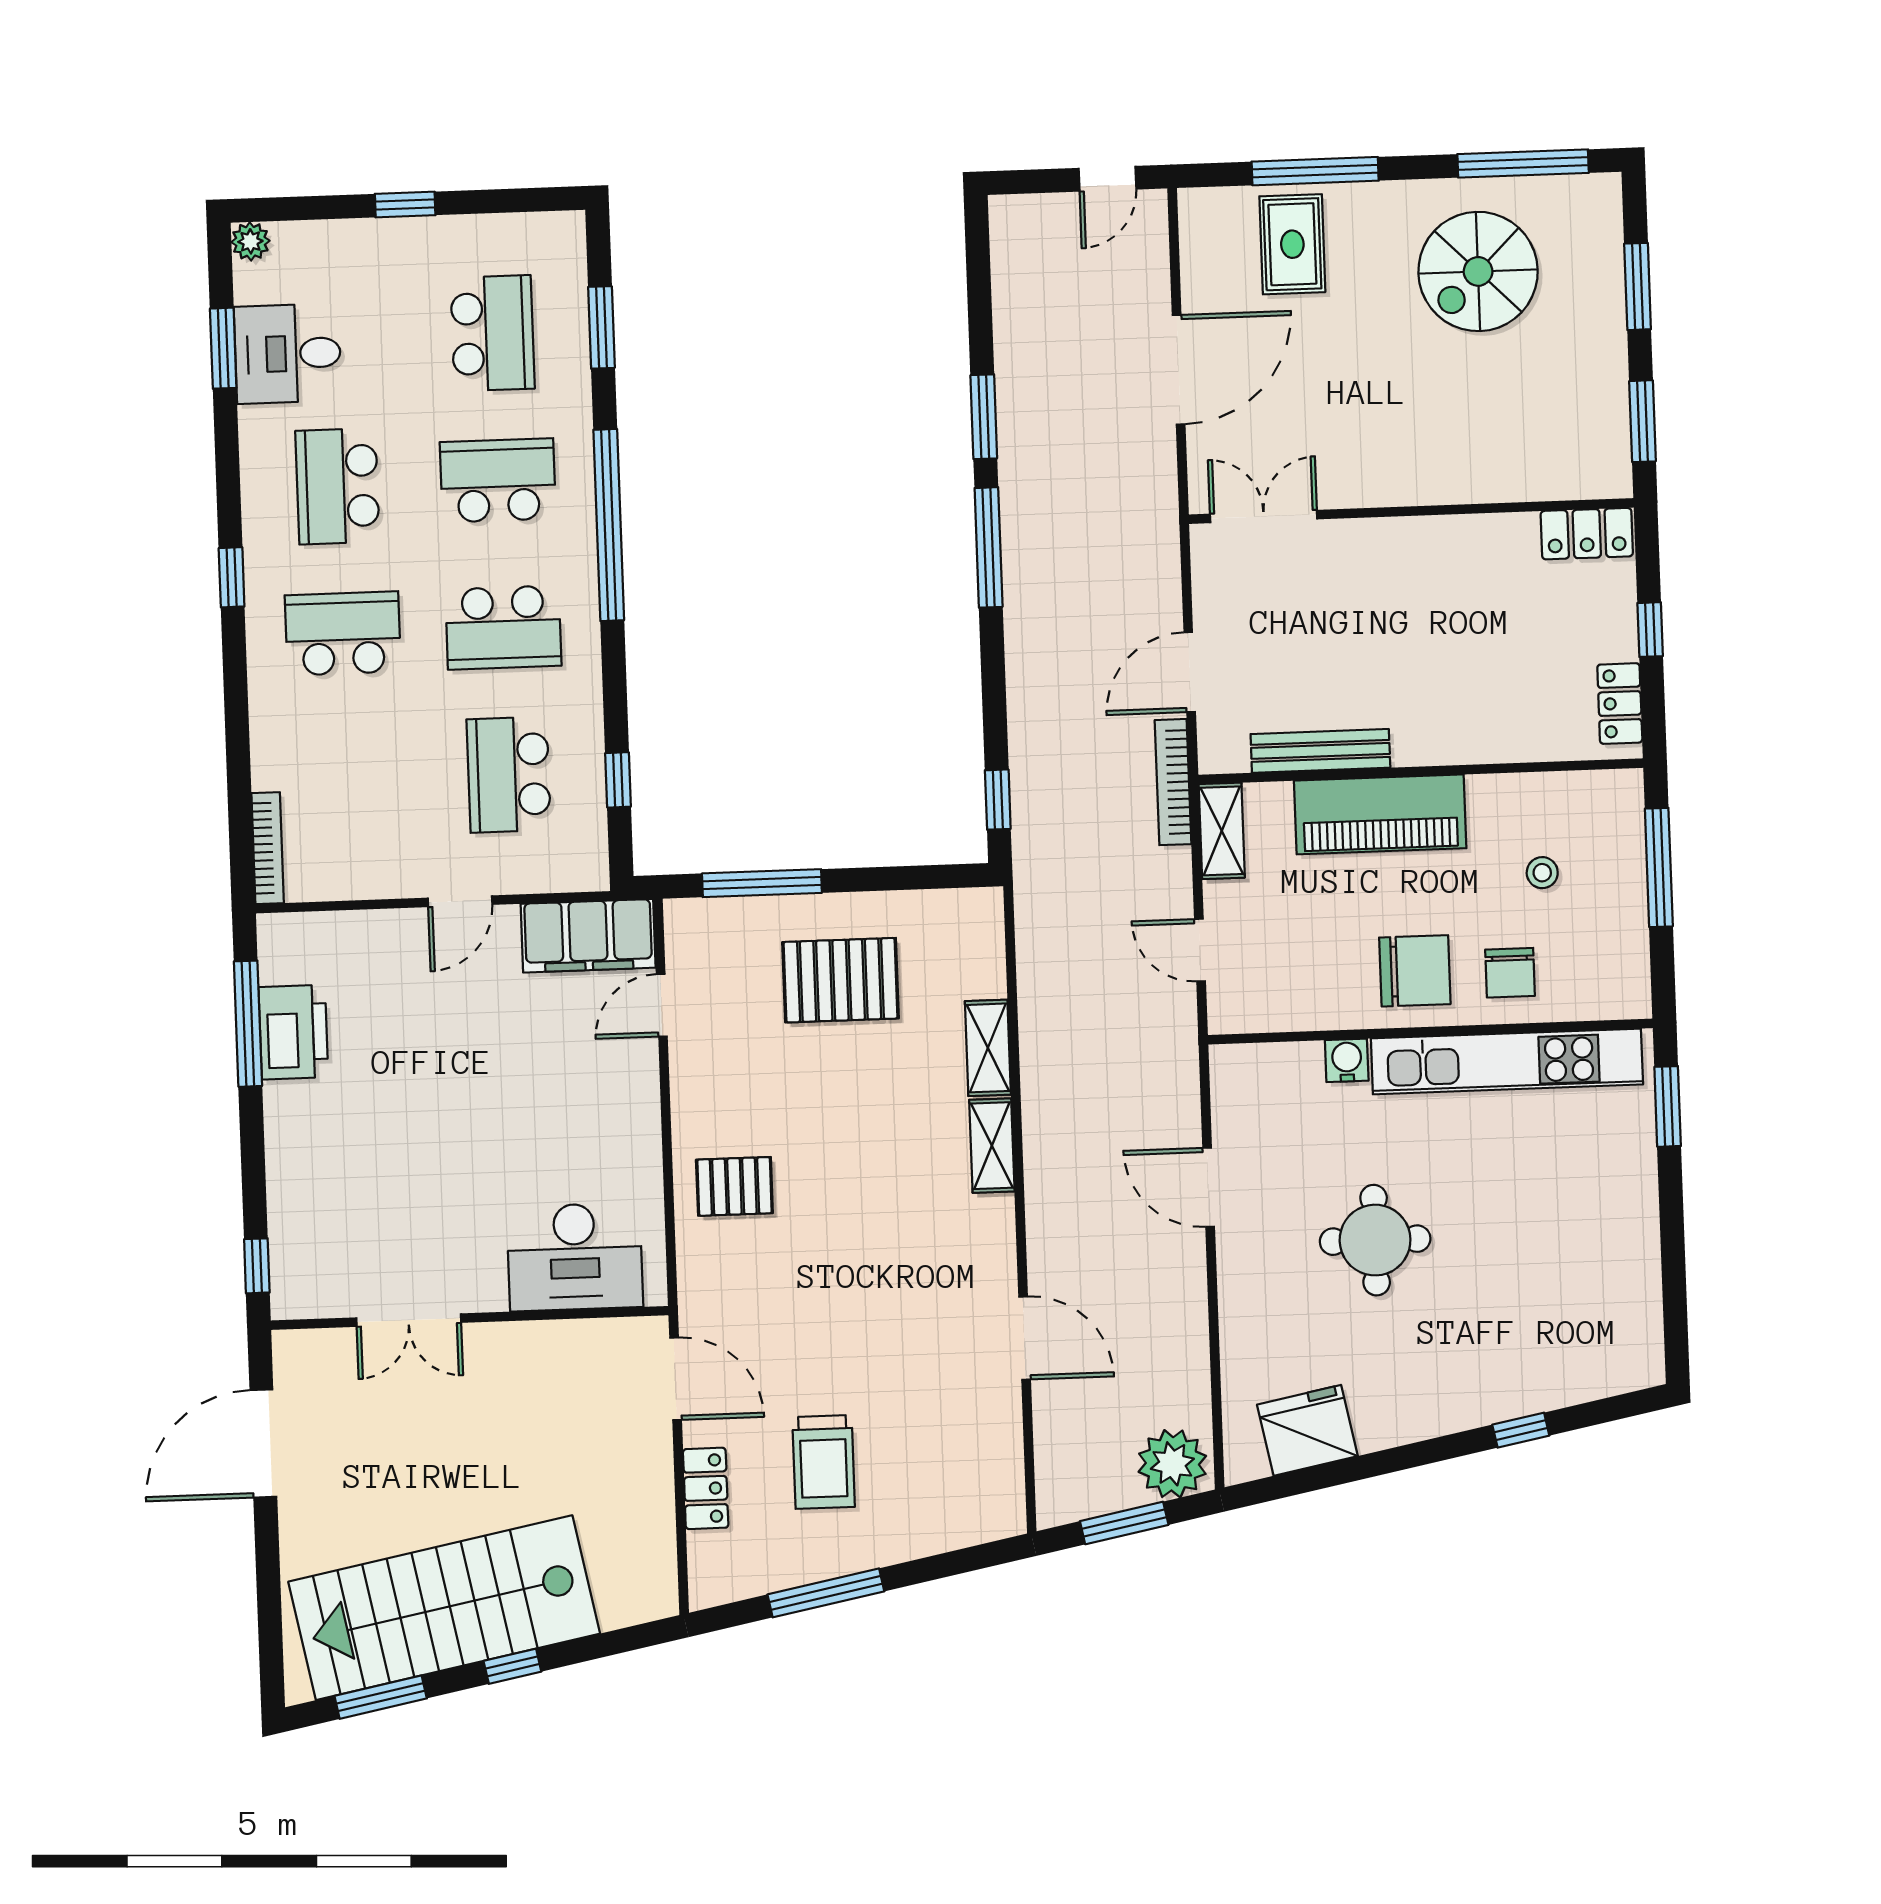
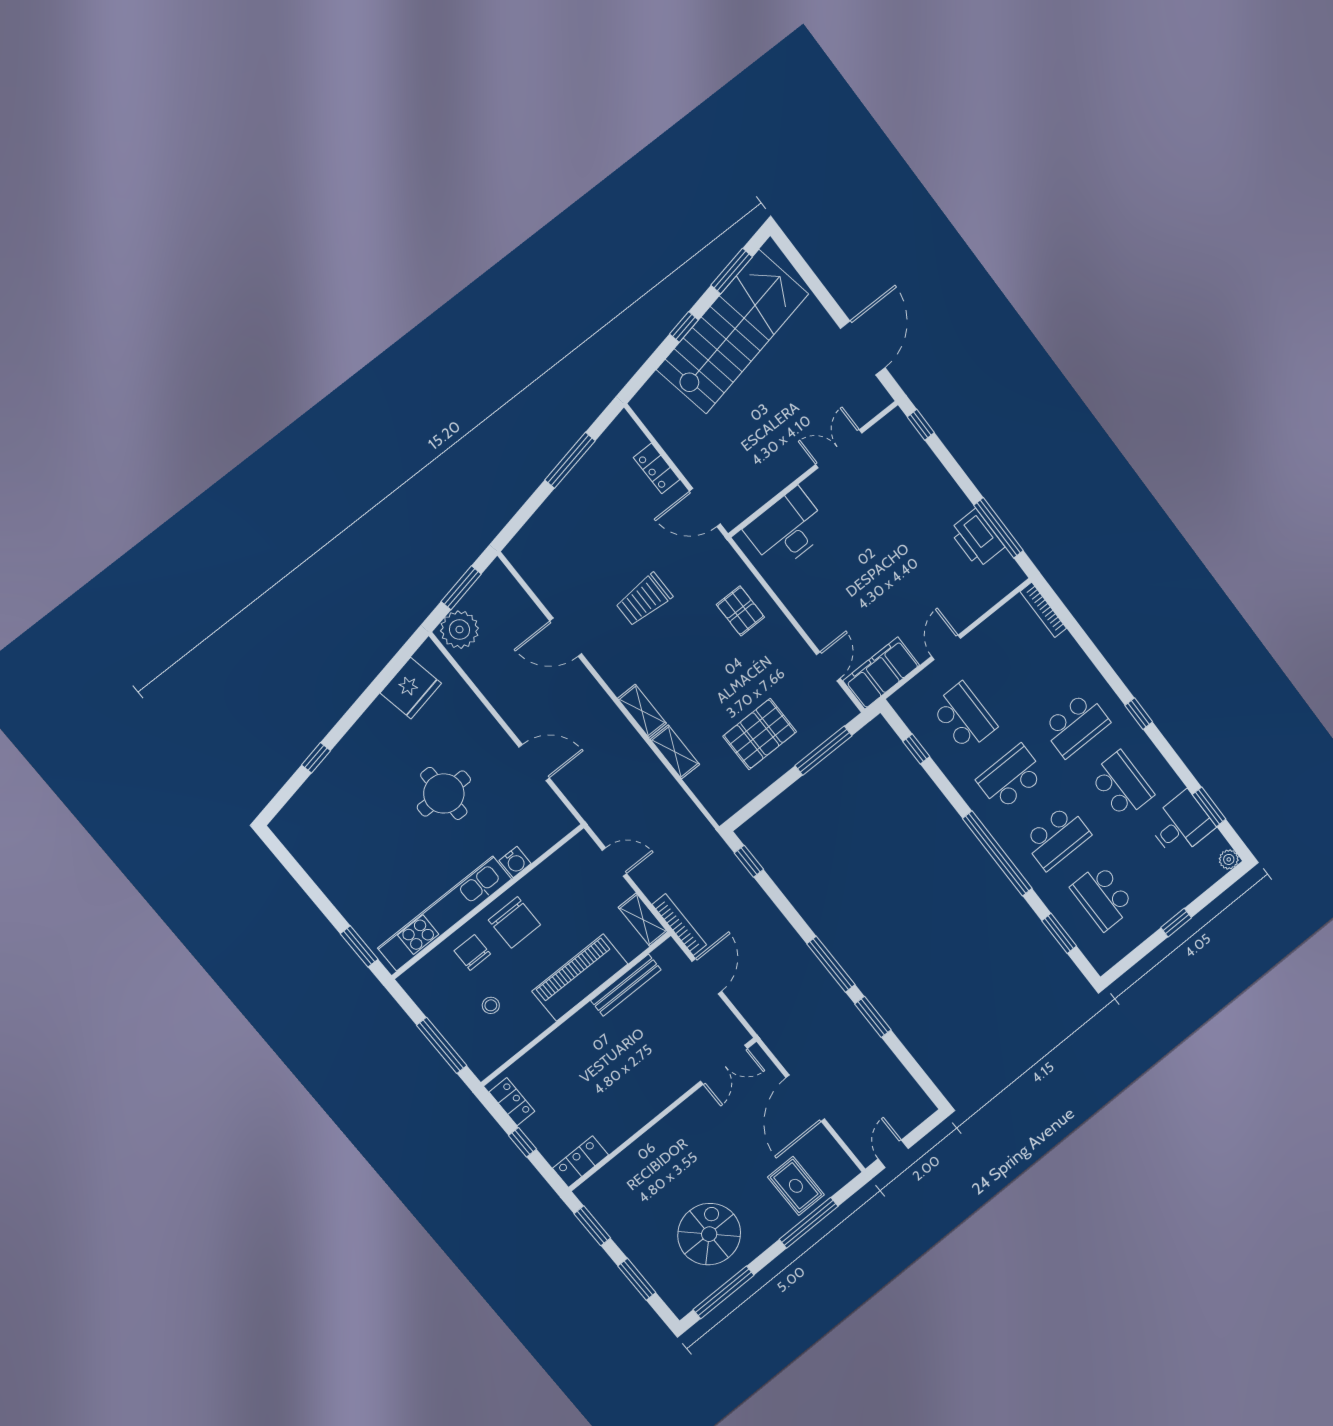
chair: (1415, 971) -> (514, 922), turned -90
pallet: (734, 1186) -> (740, 611), turned 90
trolley: (824, 1462) -> (644, 599), moved, turned -90

